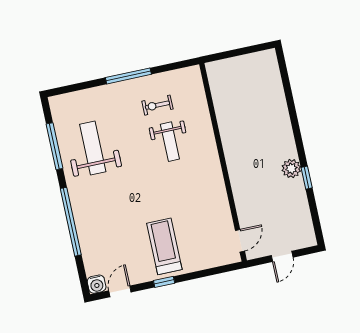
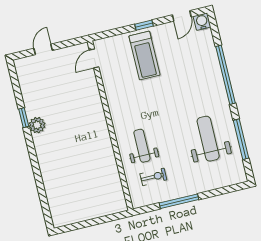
weight bench: (93, 148) -> (208, 139), turned 180
wall: (223, 162) -> (110, 126), moved
door: (240, 241) -> (94, 59), moved

